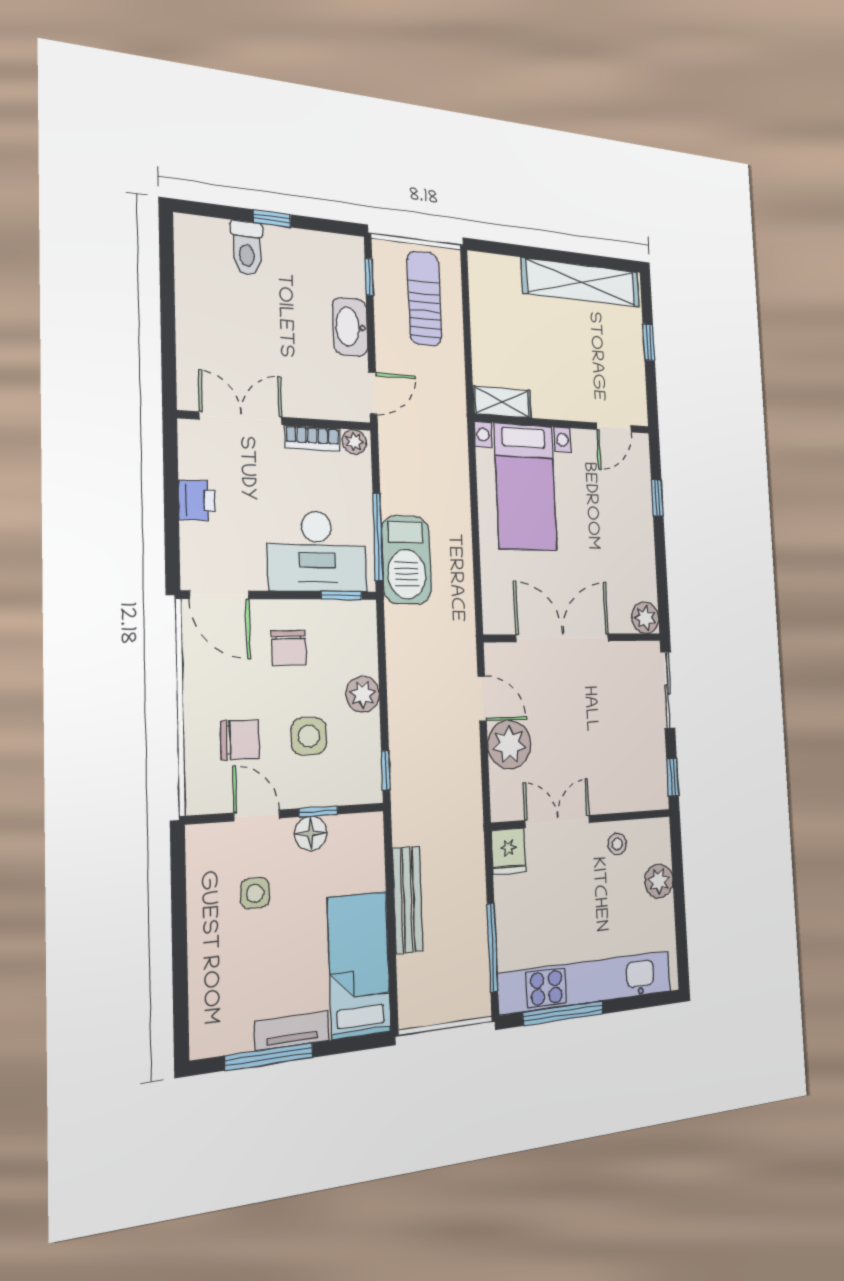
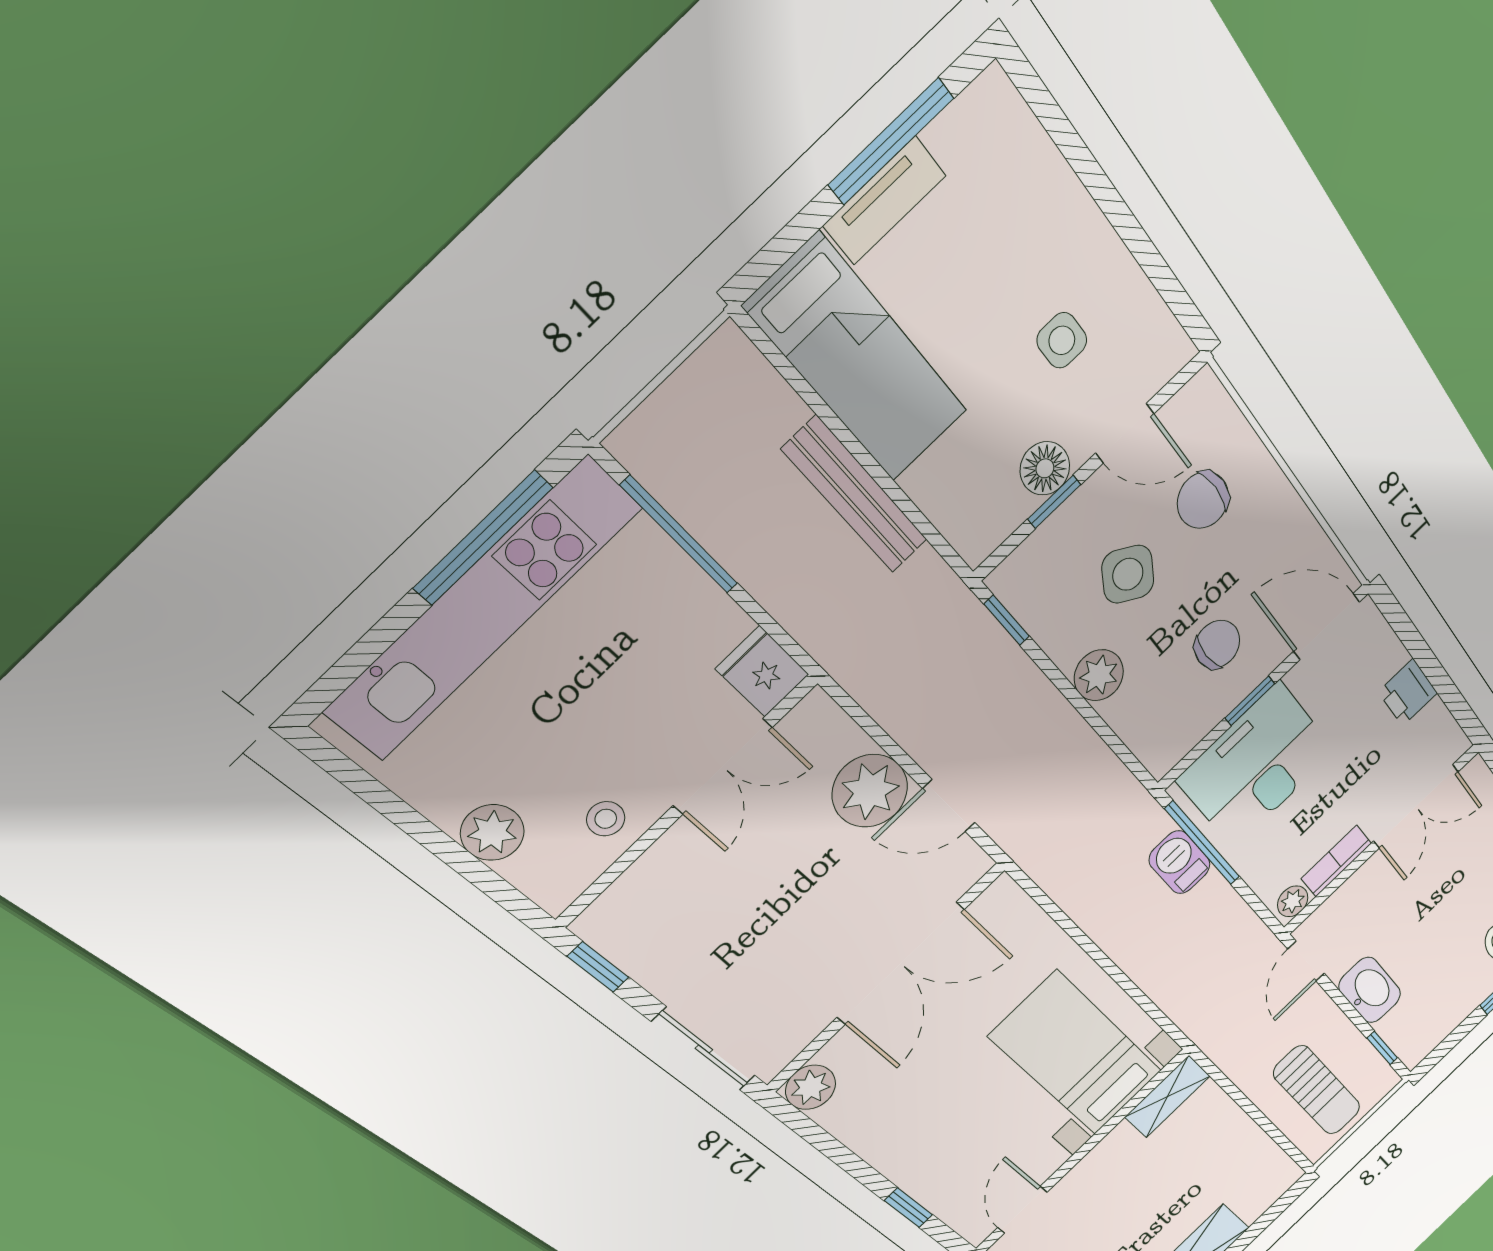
barbecue: (406, 560) -> (1180, 862), width x0.53, depth x0.65
window: (342, 596) -> (1250, 701), moved
chair: (289, 648) -> (1217, 644), turned 91
side table: (309, 736) -> (1128, 574), turned 32

